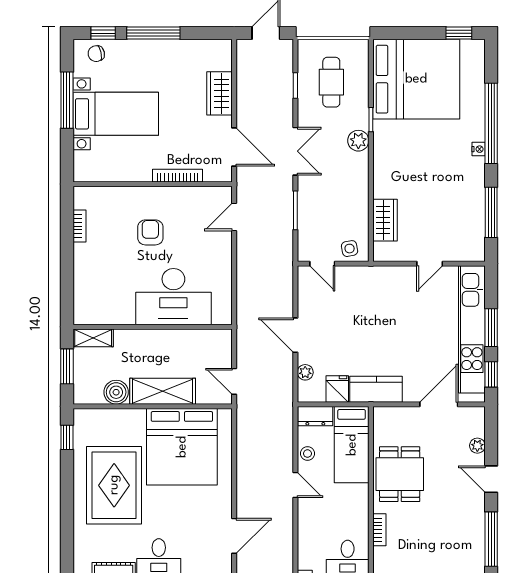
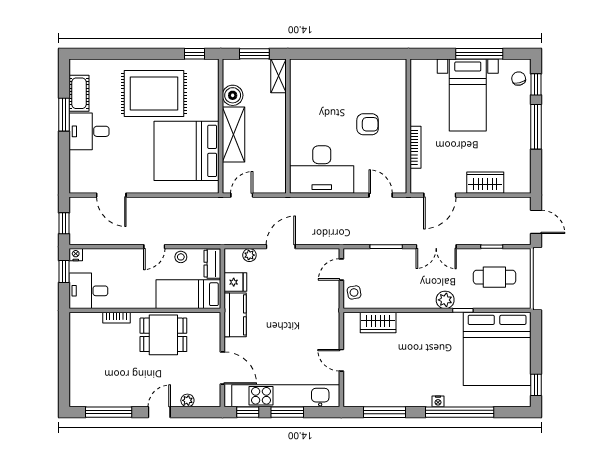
bookcase: (79, 226) -> (373, 64), removed
desk: (173, 297) -> (322, 170), moved, turned -90

